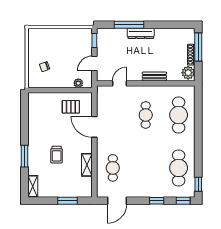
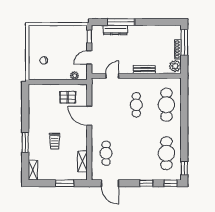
dresser: (141, 33) -> (115, 30), moved
shelving: (87, 165) -> (82, 161), moved
door: (117, 201) -> (110, 183), hinge flipped

